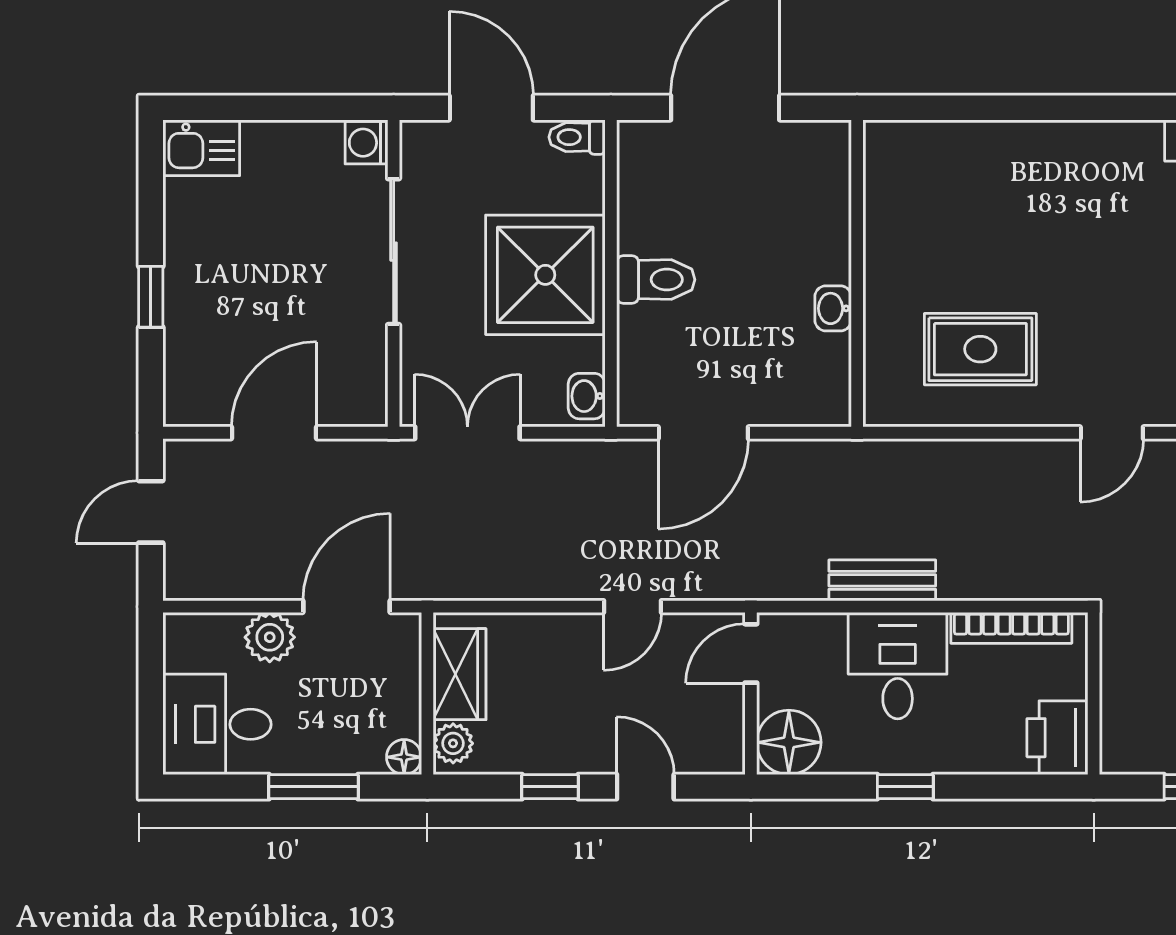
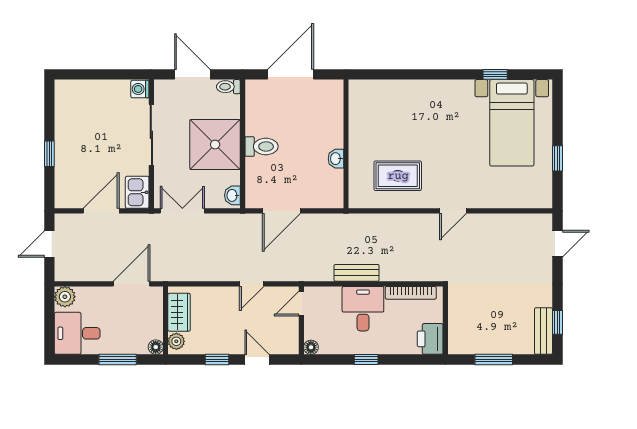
kitchen sink: (201, 148) -> (137, 192), moved, turned 90
plant: (270, 637) -> (65, 297), moved
floor lamp: (789, 742) -> (311, 347), width x0.53, depth x0.53

